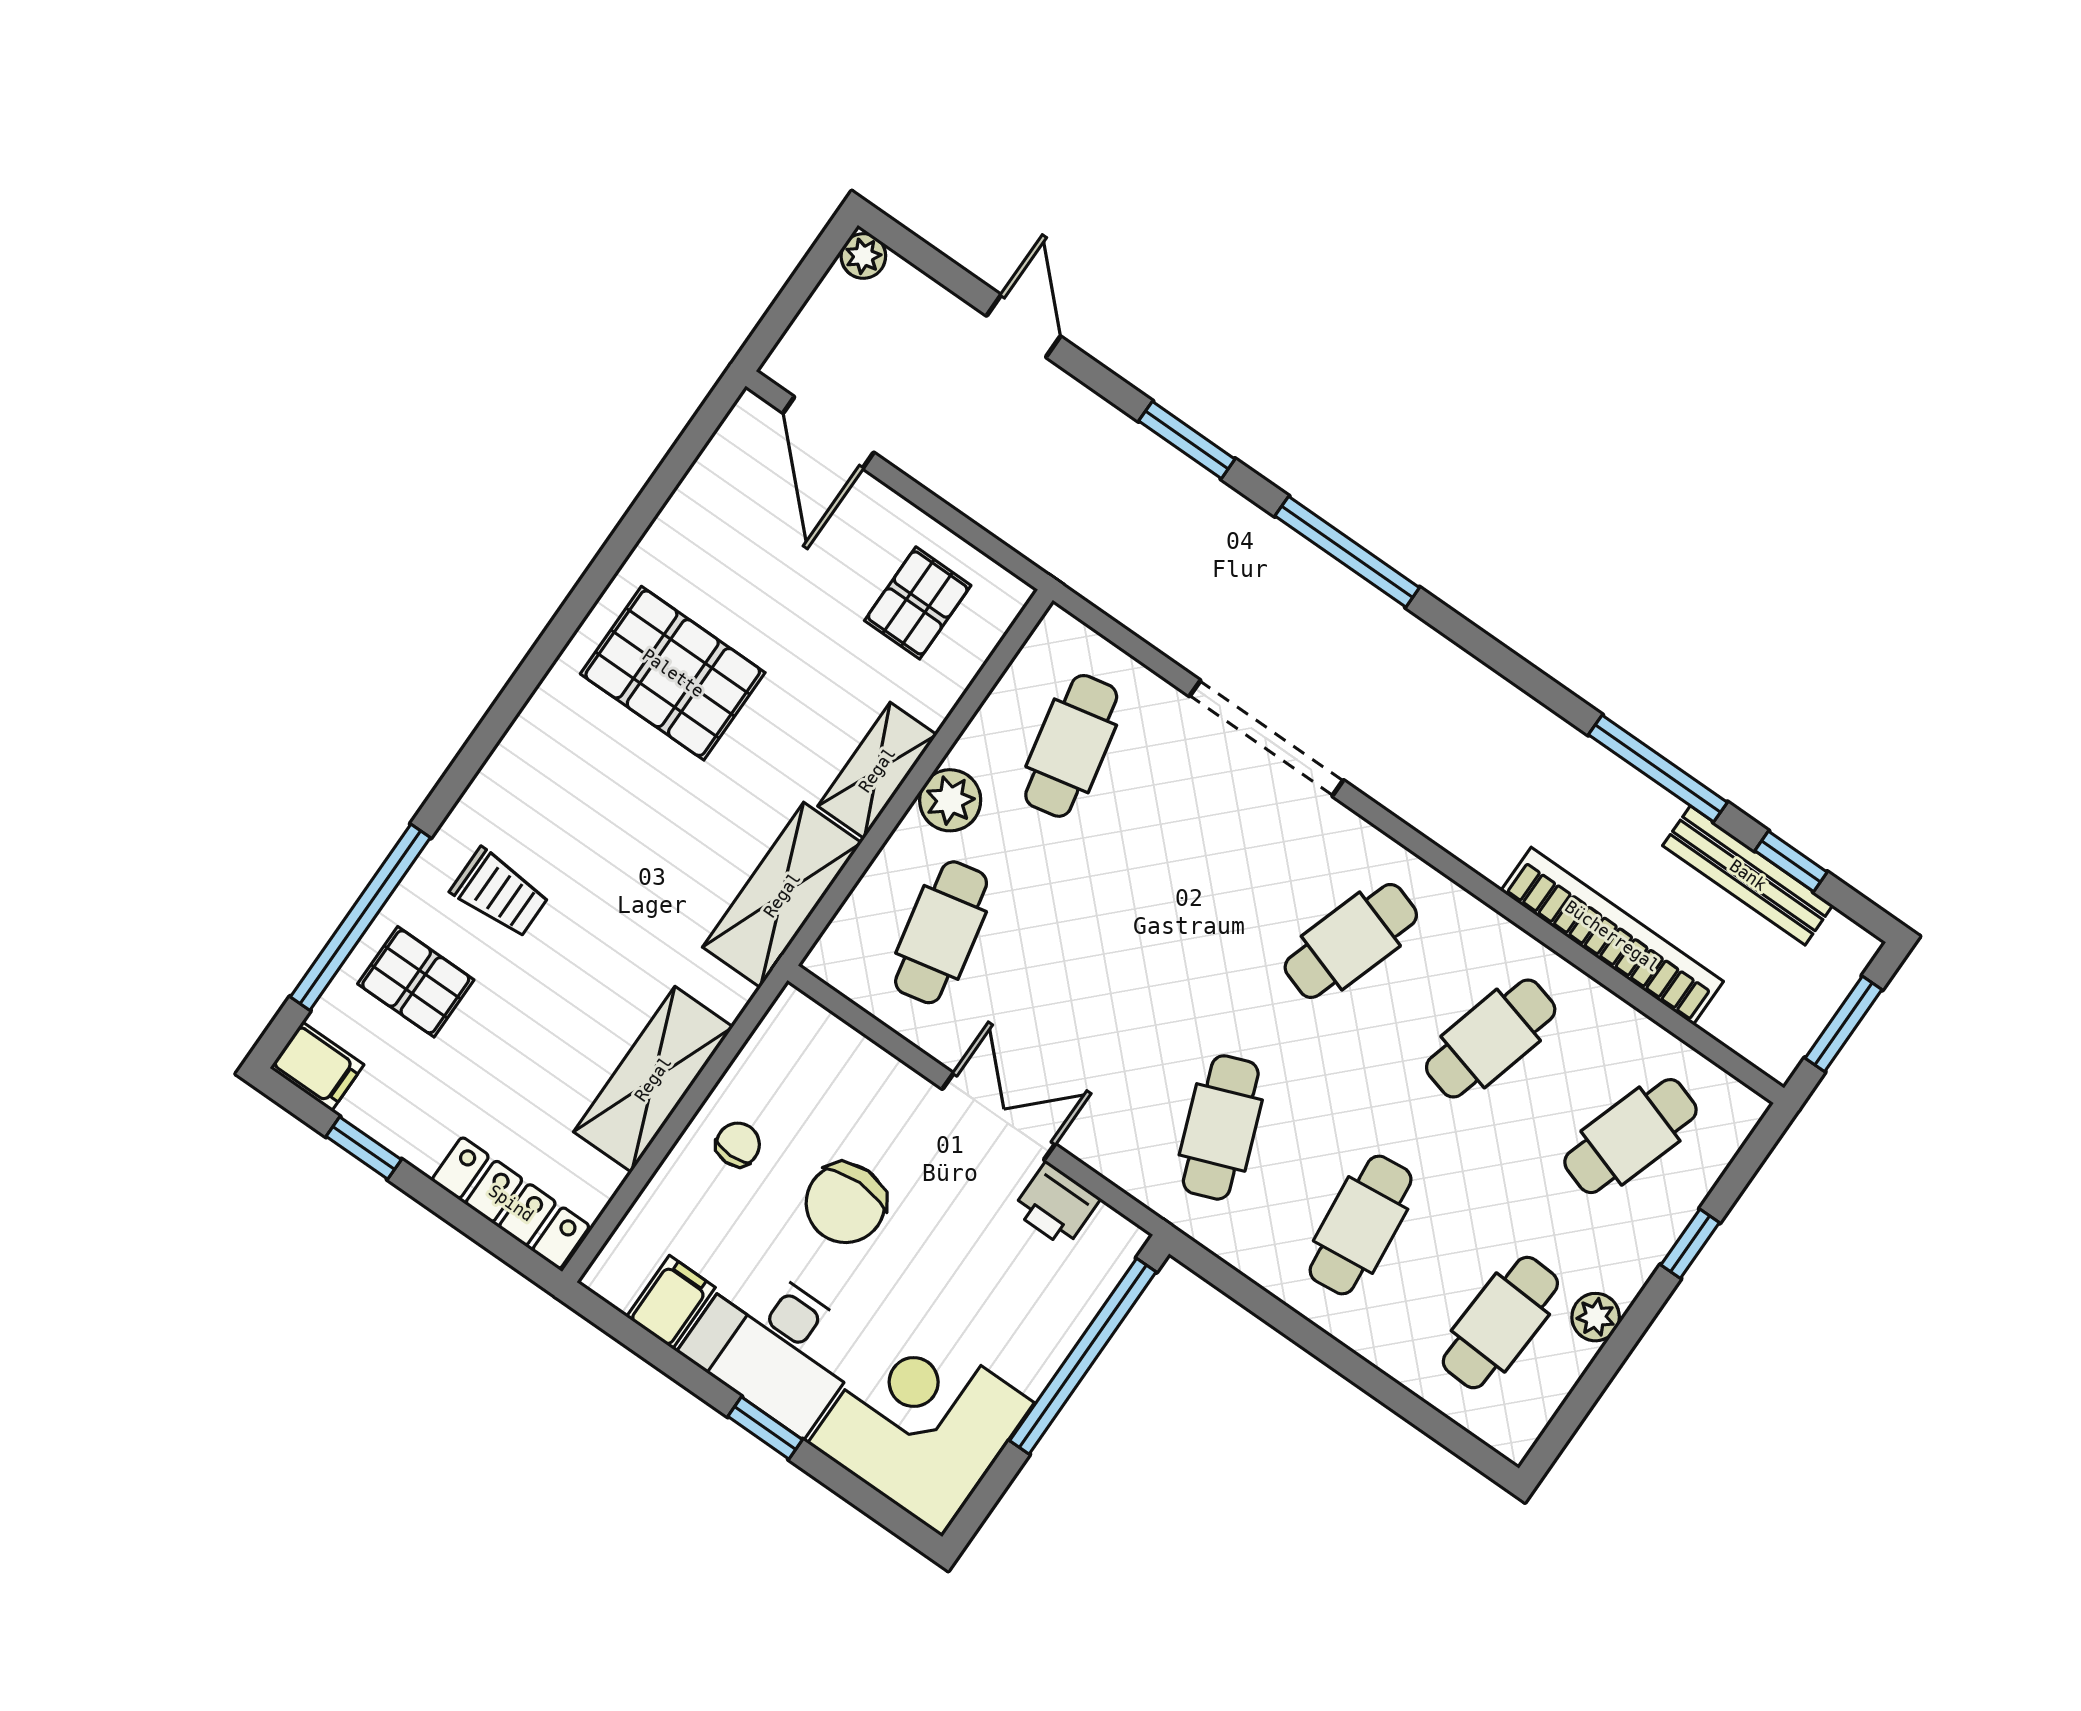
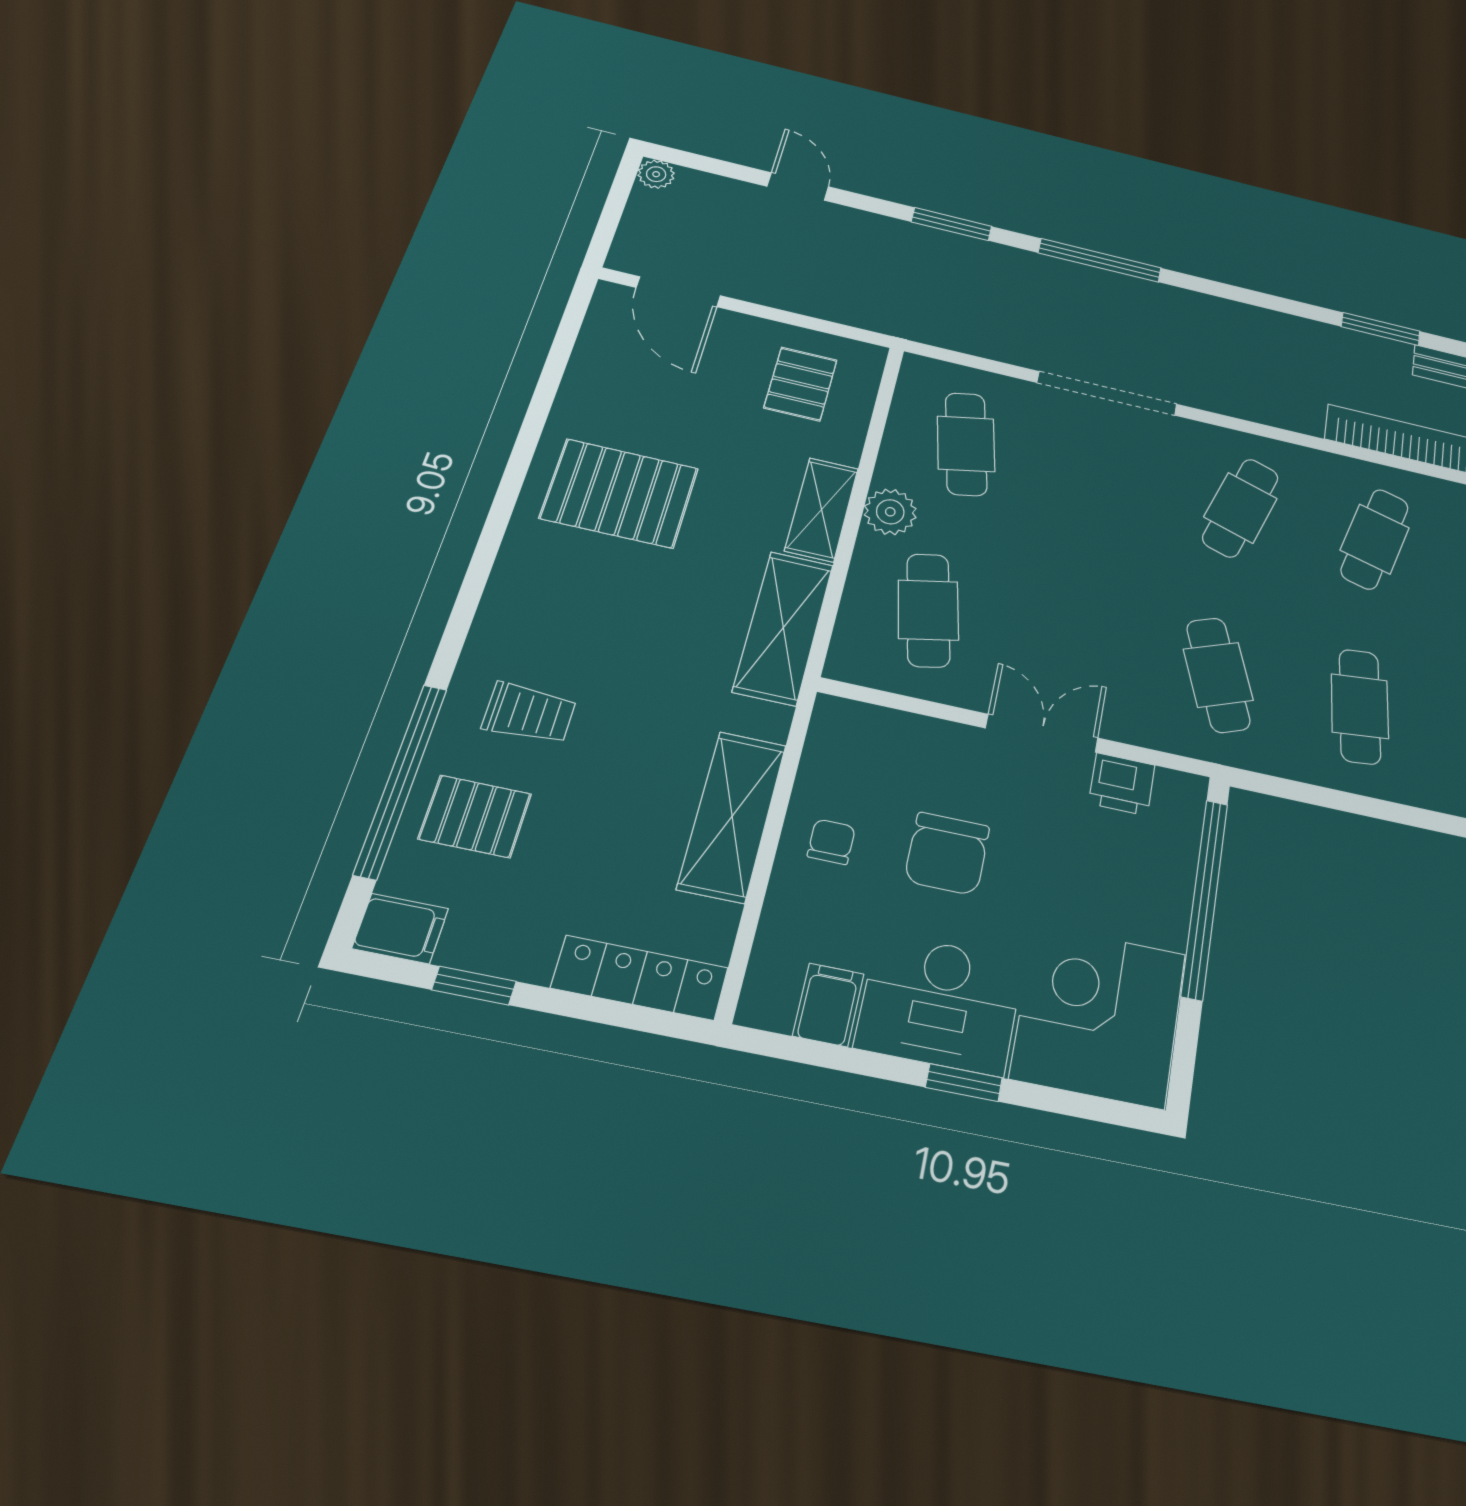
window: (1658, 769) -> (1381, 329), width x0.69

